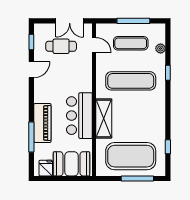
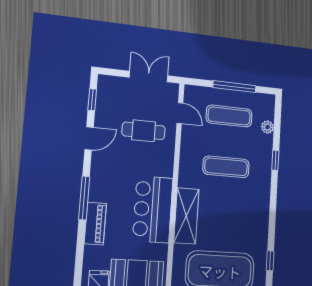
double door: (70, 21) -> (149, 77), swing flipped
cafe table: (61, 46) -> (144, 131), moved
exercise mat: (131, 81) -> (226, 167), width x0.73, depth x0.69
piano: (42, 123) -> (95, 224), width x0.73, depth x0.75
window: (31, 137) -> (84, 198), moved

